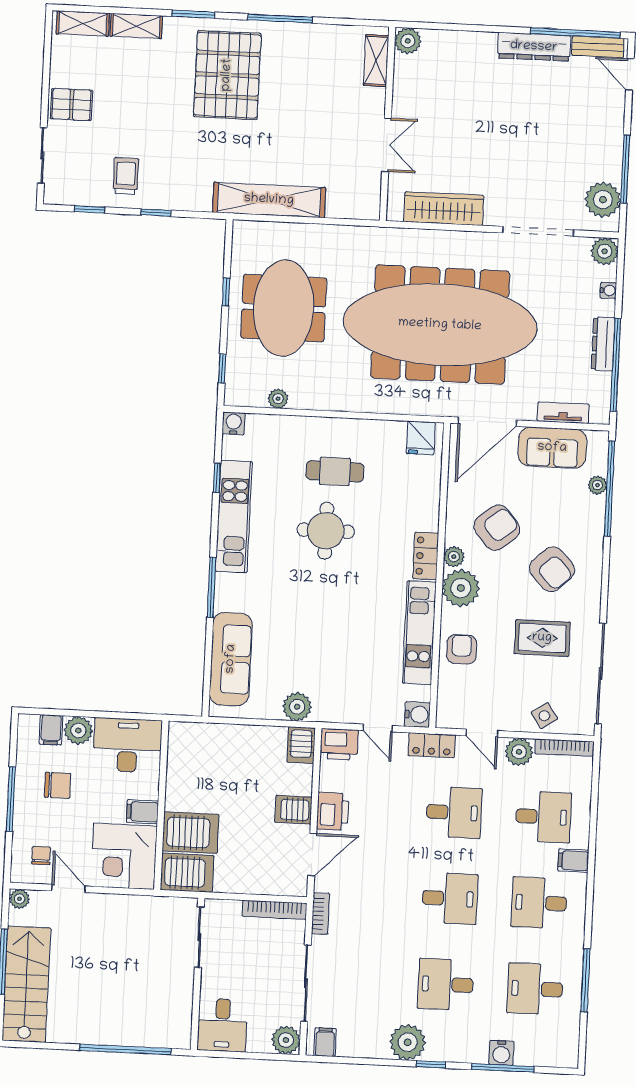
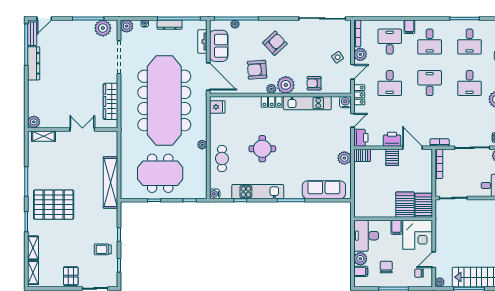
plant: (278, 399) -> (202, 145), moved
cafe table: (335, 471) -> (222, 159), moved
armchair: (497, 528) -> (257, 70), turned -55
rug: (542, 638) -> (307, 46), removed
side table: (544, 716) -> (338, 57), moved
desk: (454, 812) -> (390, 83), turned 180

